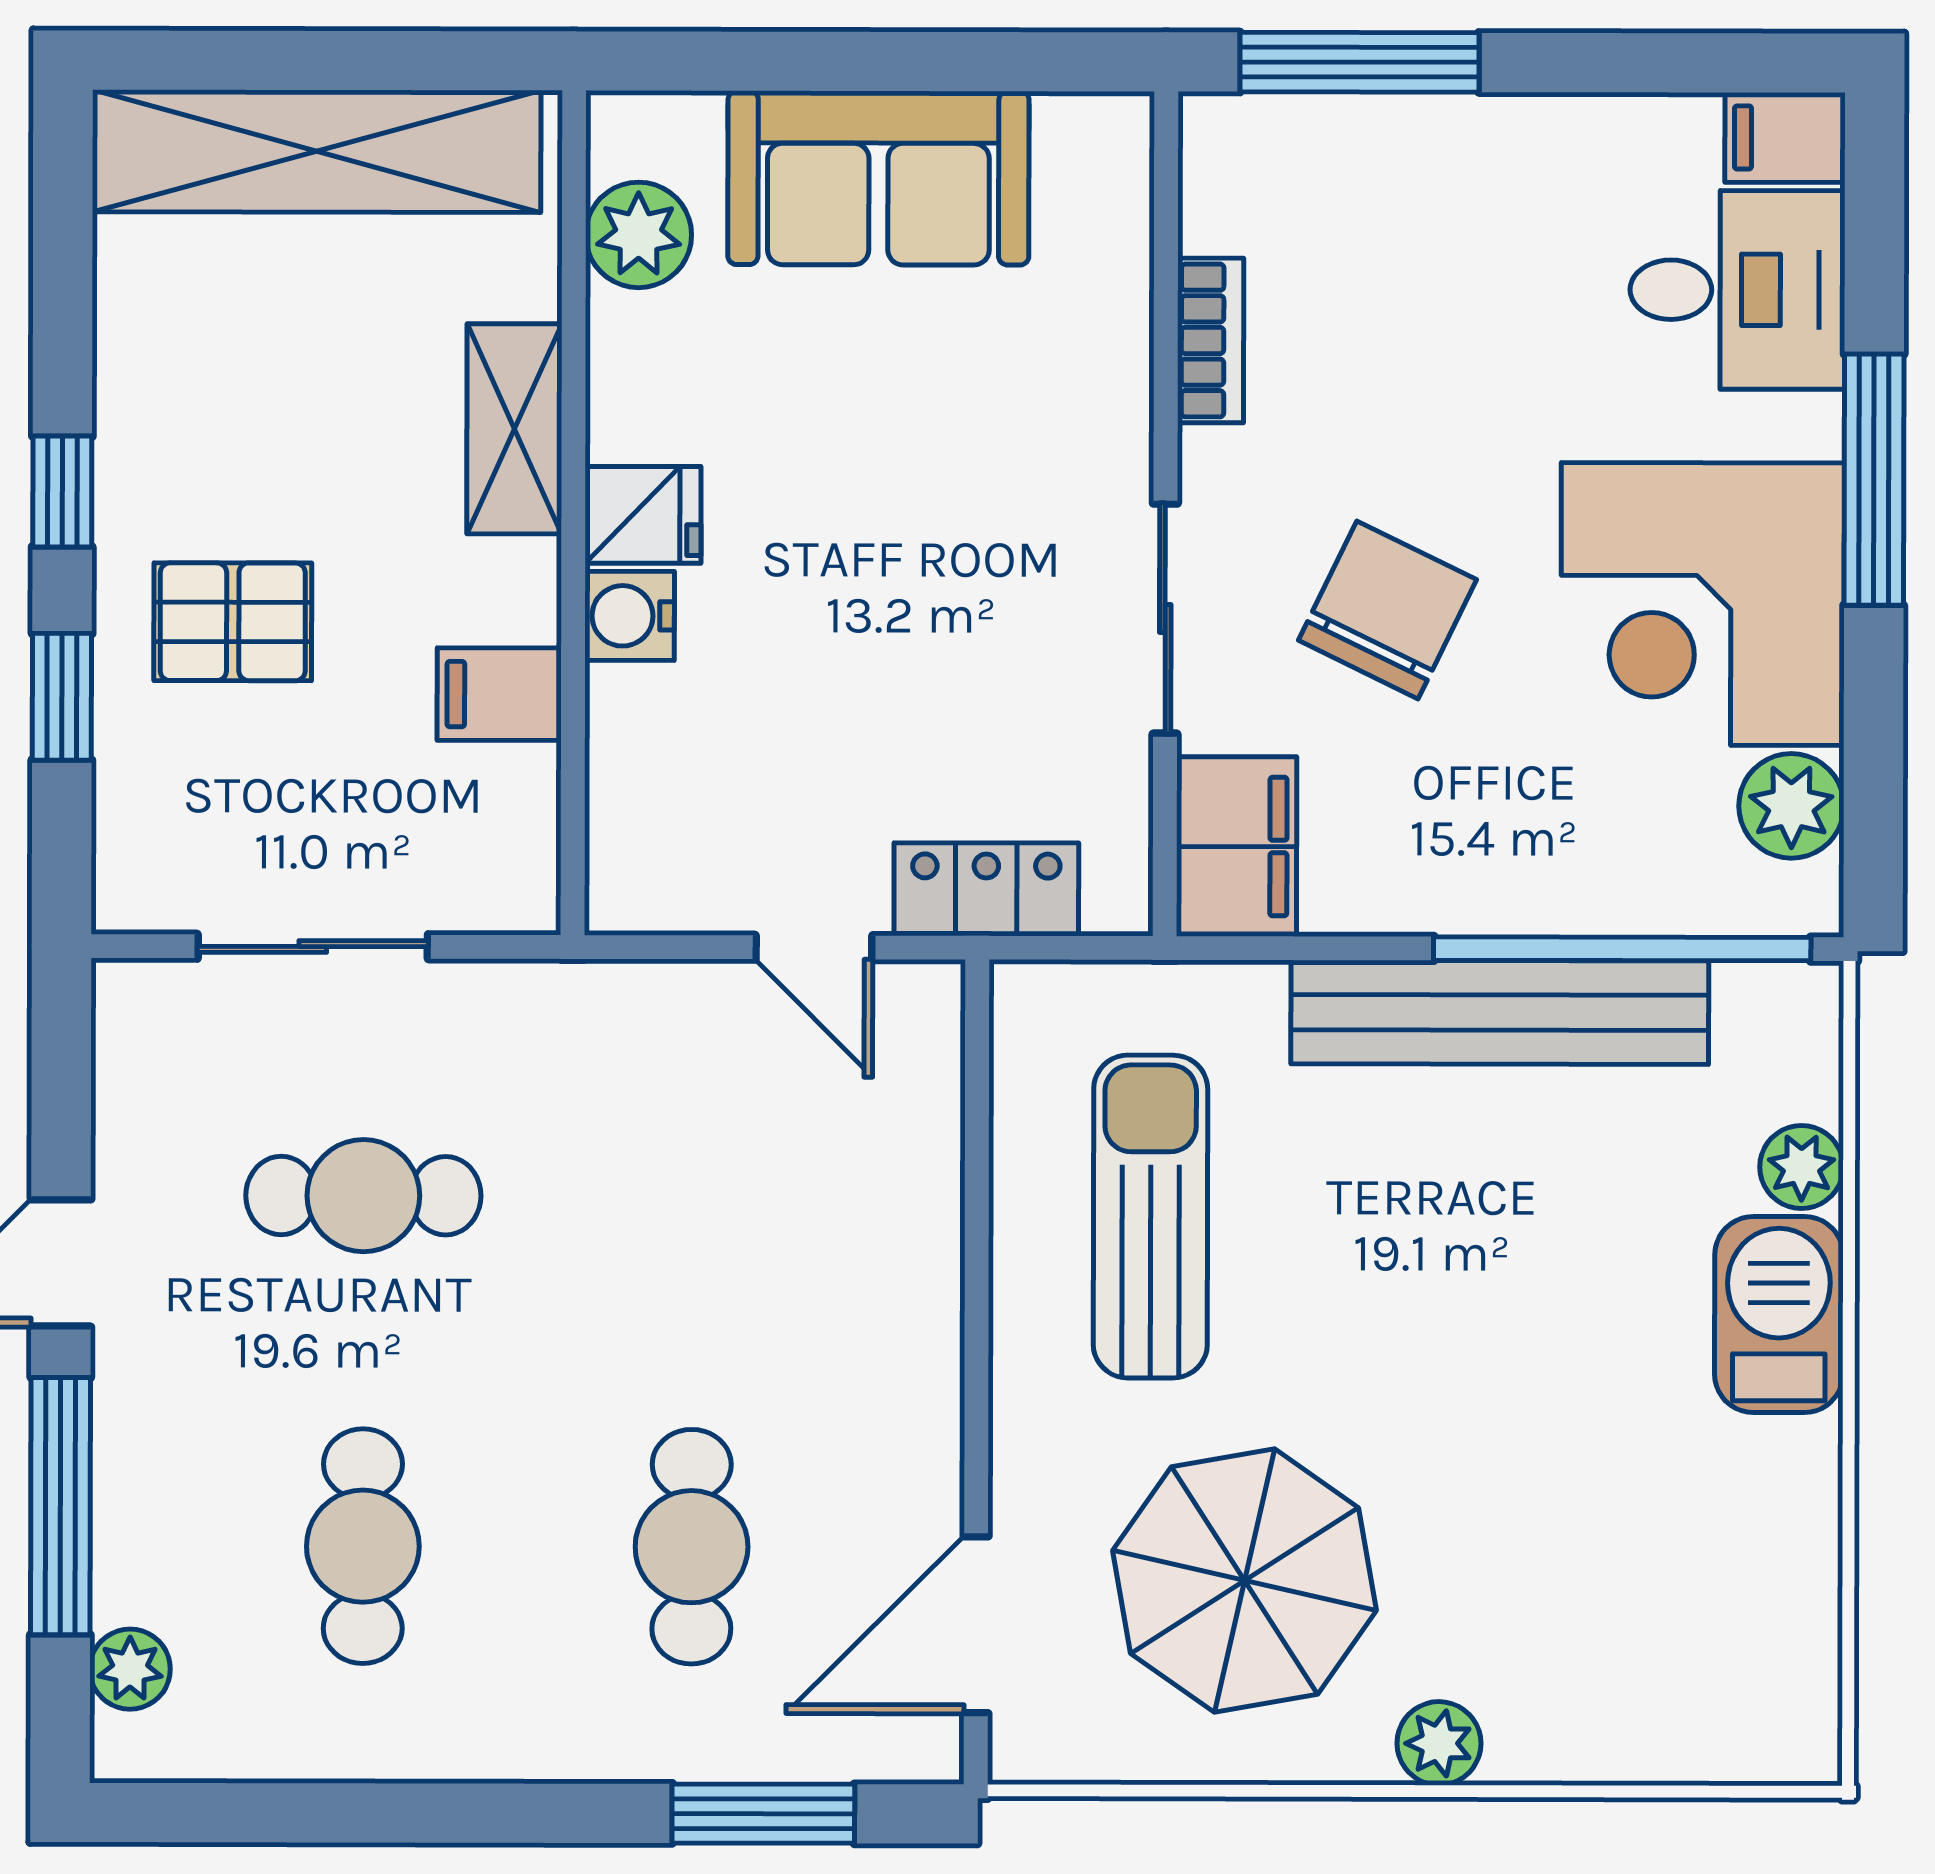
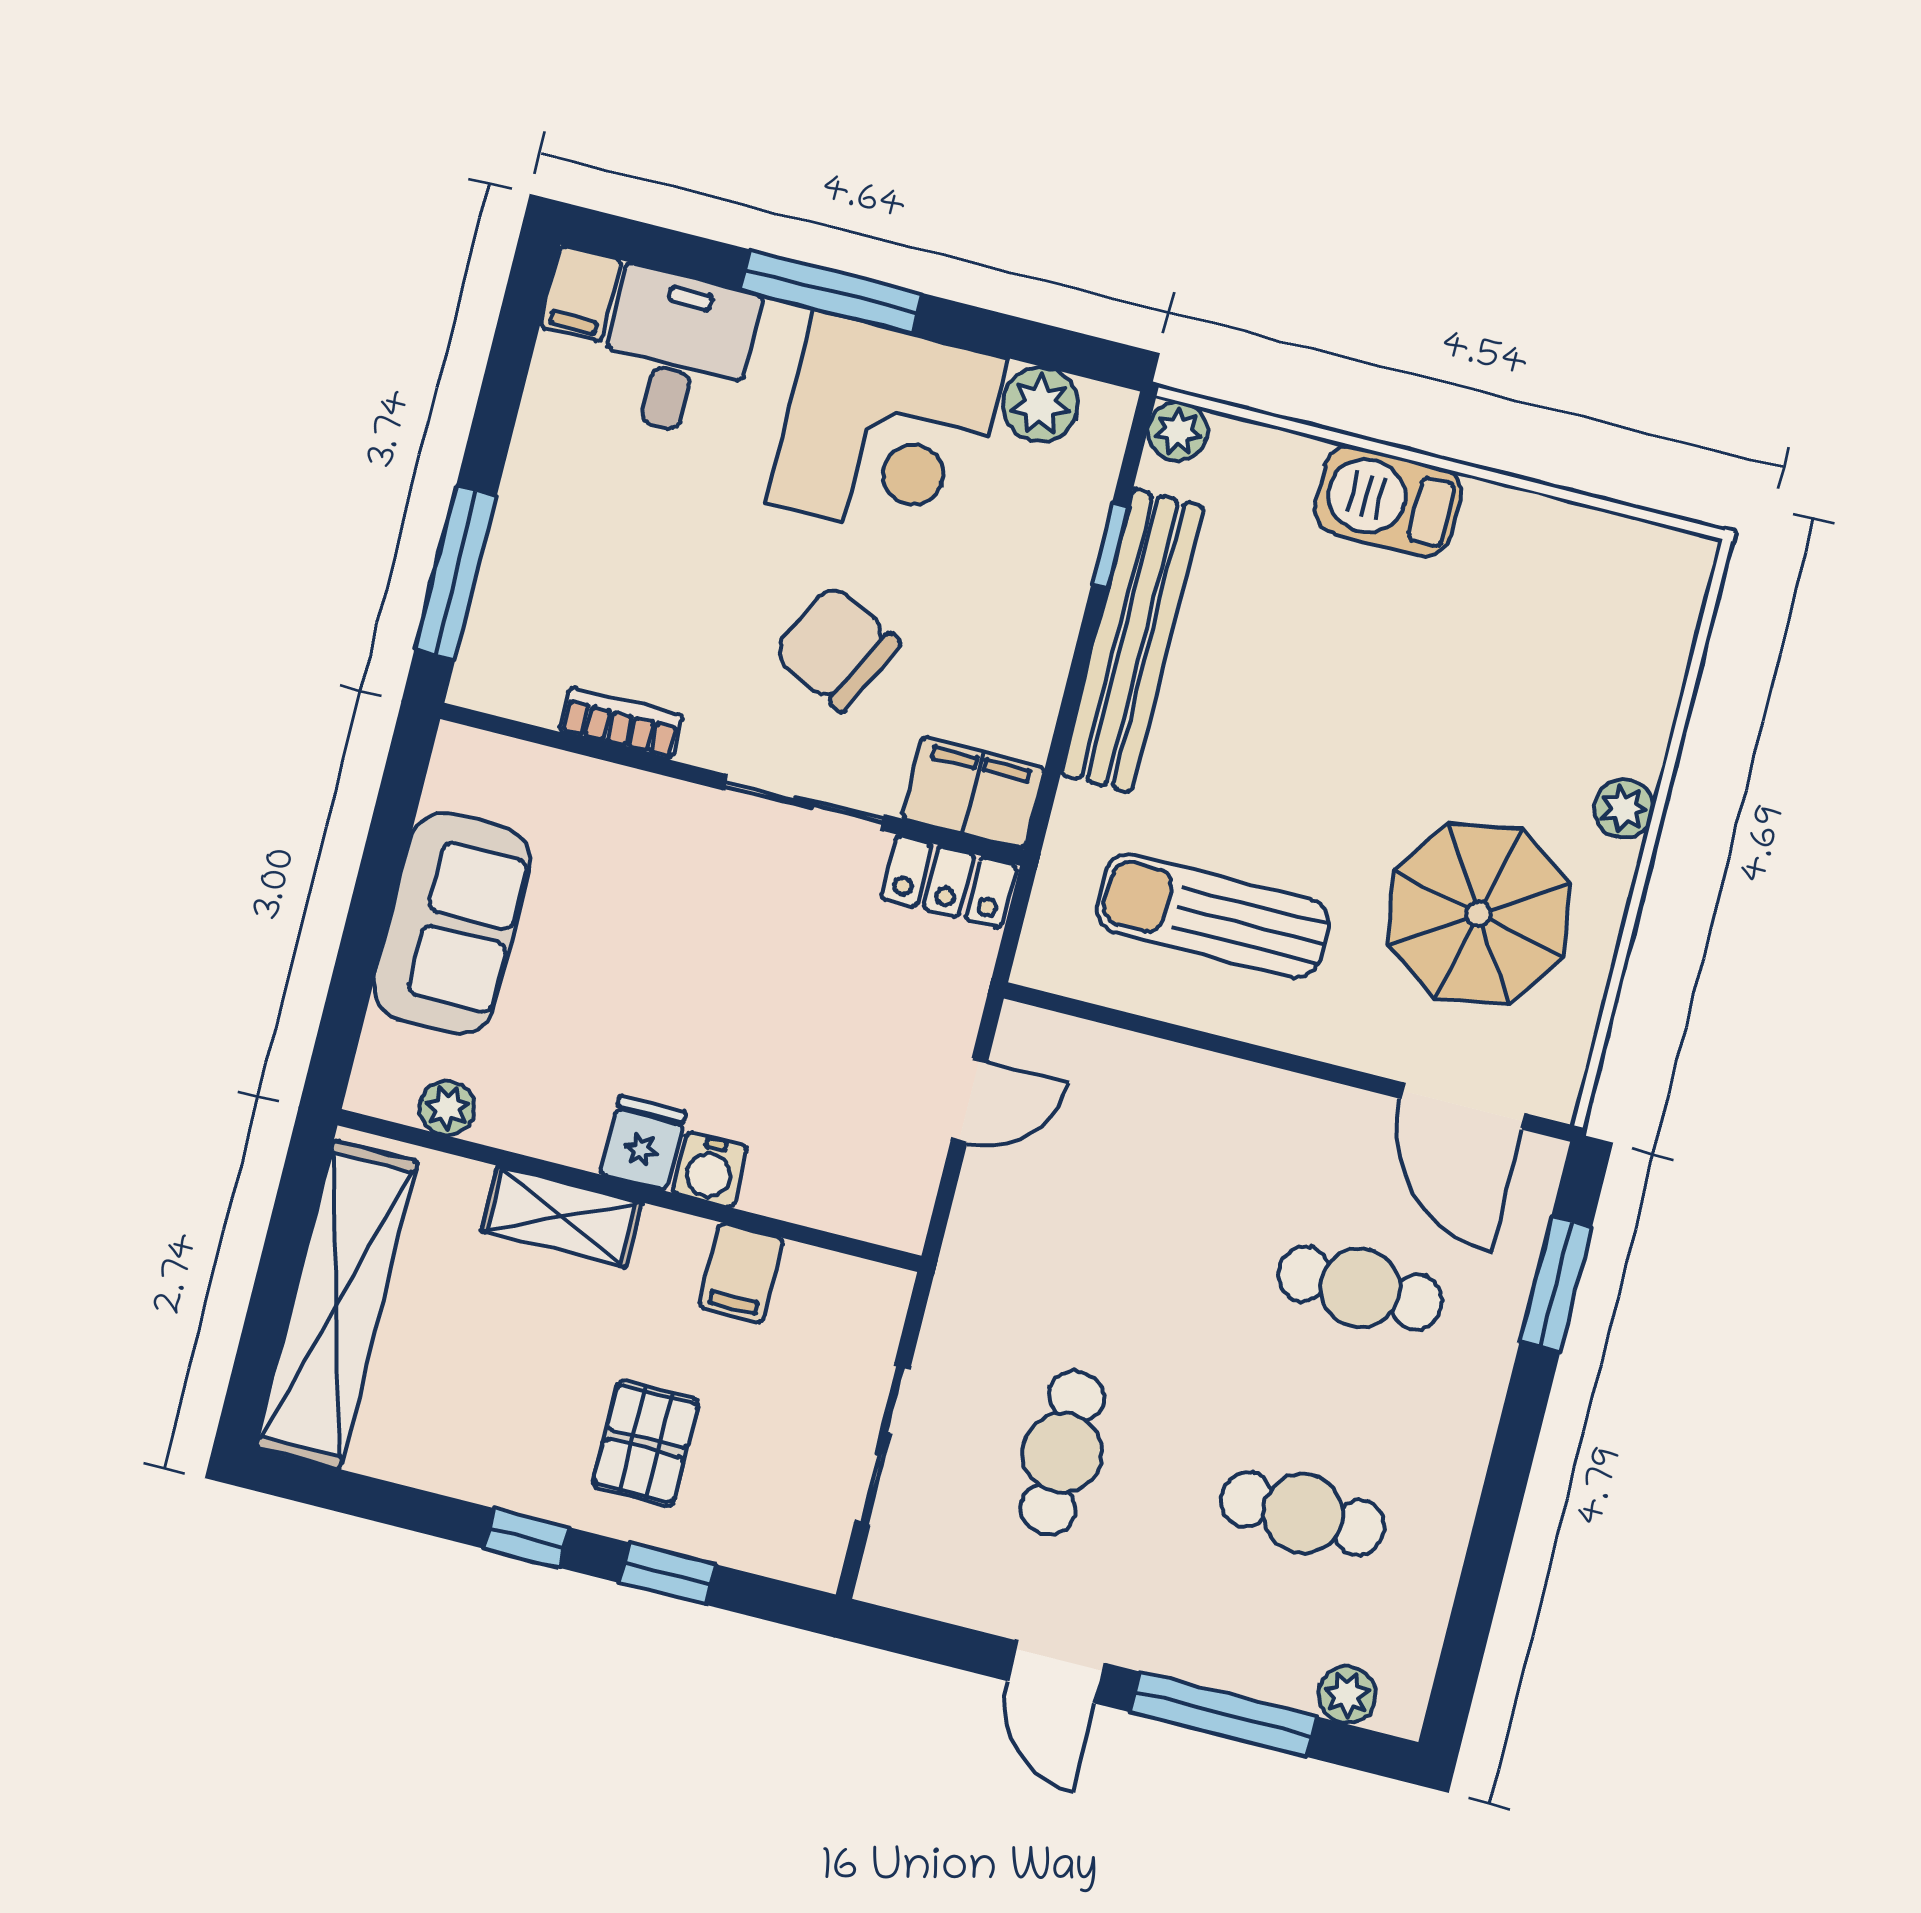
plant: (639, 235) -> (447, 1108), width x0.73, depth x0.73
locker: (986, 889) -> (949, 882), moved, turned -90
window: (1622, 949) -> (1110, 545), width x0.32
plant: (1802, 1167) -> (1178, 431), moved

